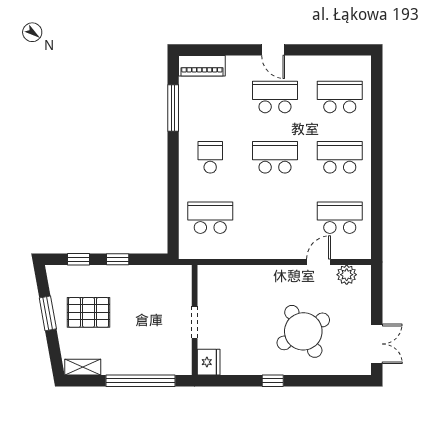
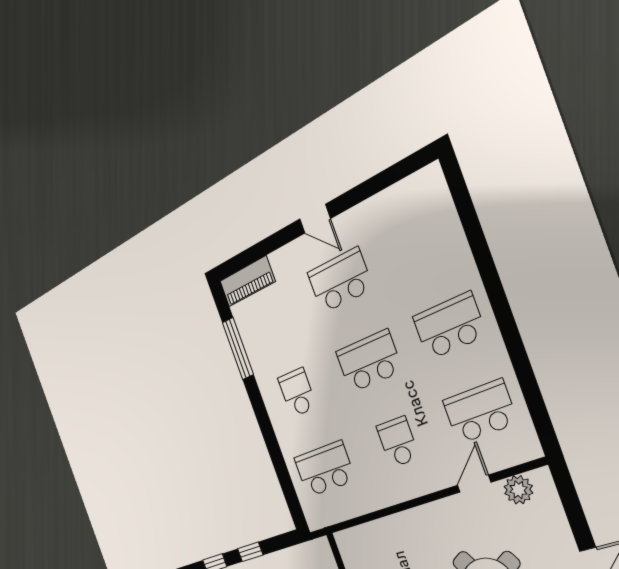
school desk: (340, 97) -> (398, 442), moved, width x0.54

